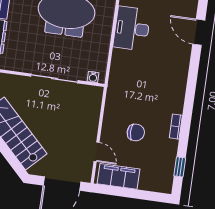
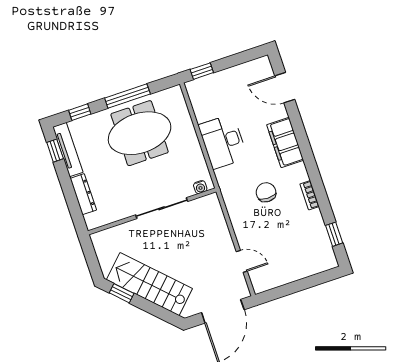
desk: (132, 29) -> (223, 141), moved
chair: (136, 132) -> (266, 192), moved, turned -90
filing cabinet: (119, 176) -> (285, 142), moved, turned -90

